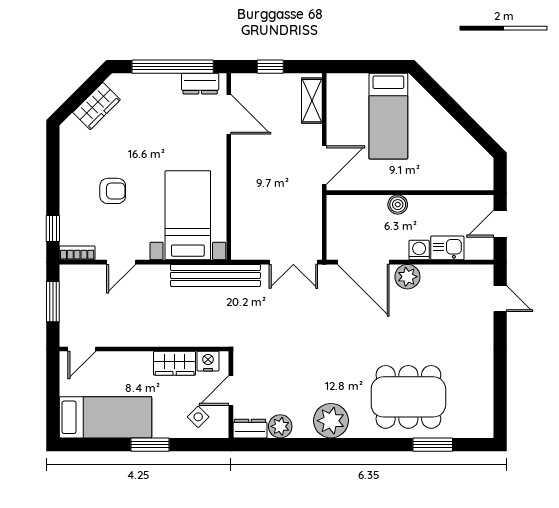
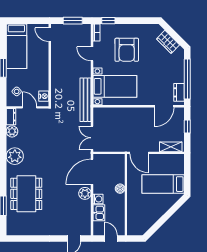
armchair: (113, 191) -> (127, 50), width x1.88, depth x1.88
wardrobe: (175, 363) -> (43, 80), removed

